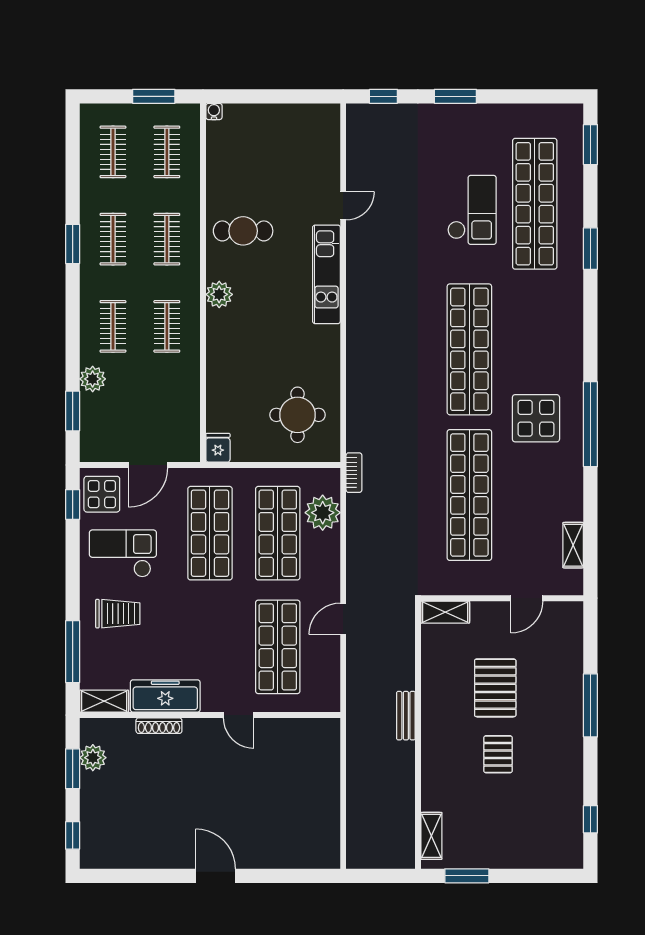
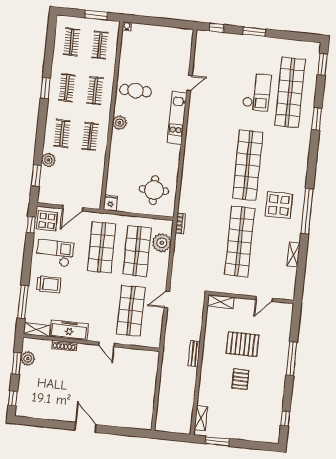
shelving: (573, 545) -> (293, 254), moved
pallet: (495, 688) -> (243, 344), turned 90

